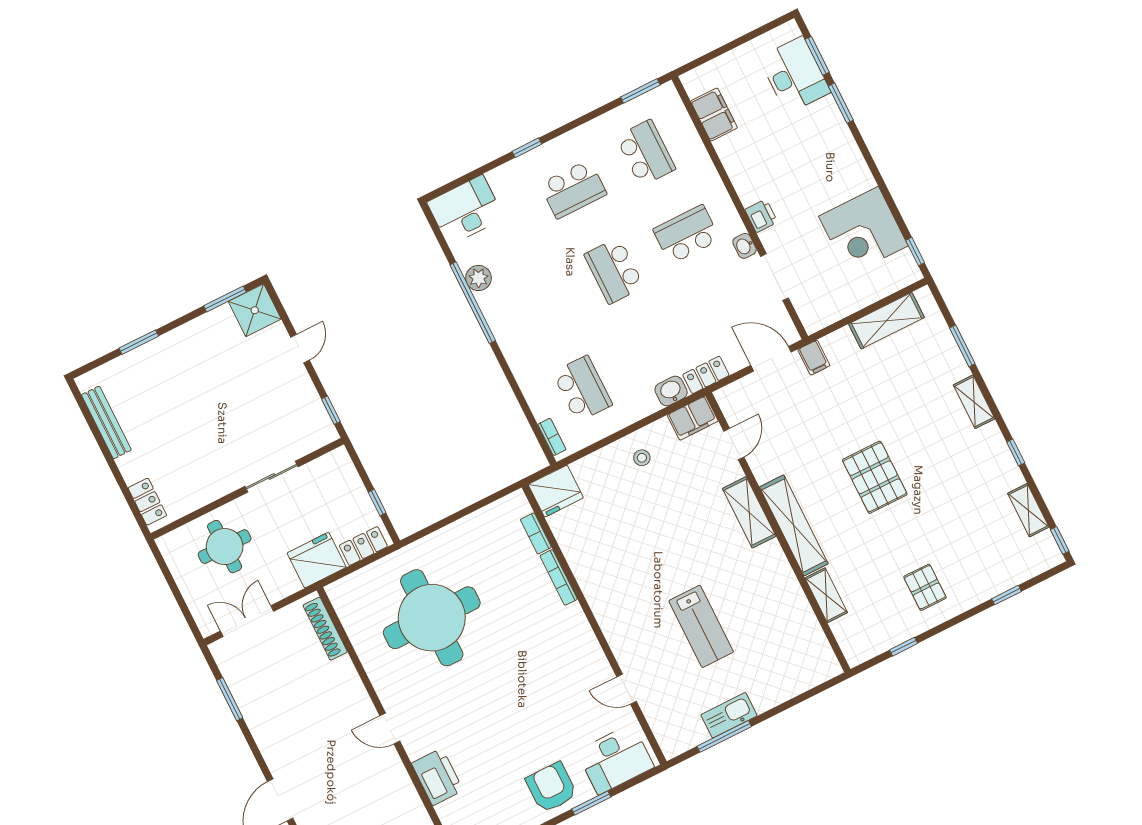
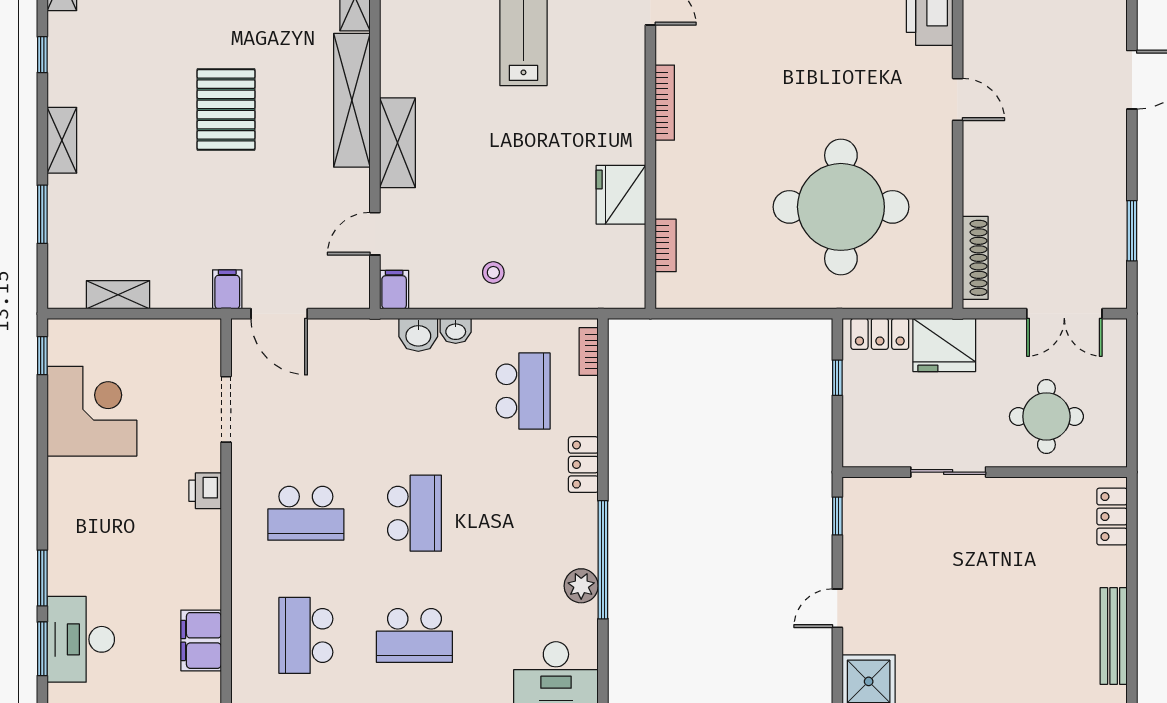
school desk: (573, 189) -> (414, 635), turned 180
washbasin: (745, 246) -> (456, 331), moved, turned 90
shelving: (886, 321) -> (118, 295), width x0.67, depth x0.75
locker: (706, 375) -> (583, 465), moved, turned 90
school desk: (582, 389) -> (523, 391), turned 180
filing cabinet: (693, 418) -> (394, 290), width x0.50
fridge: (556, 491) -> (621, 195), moved, turned -90
bookcase: (559, 577) -> (665, 103), moved

